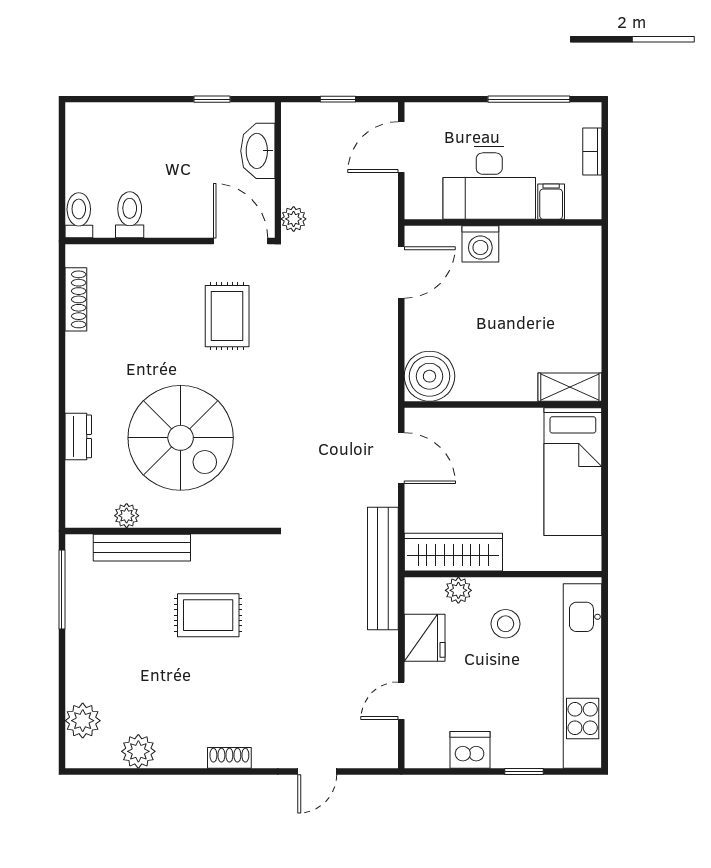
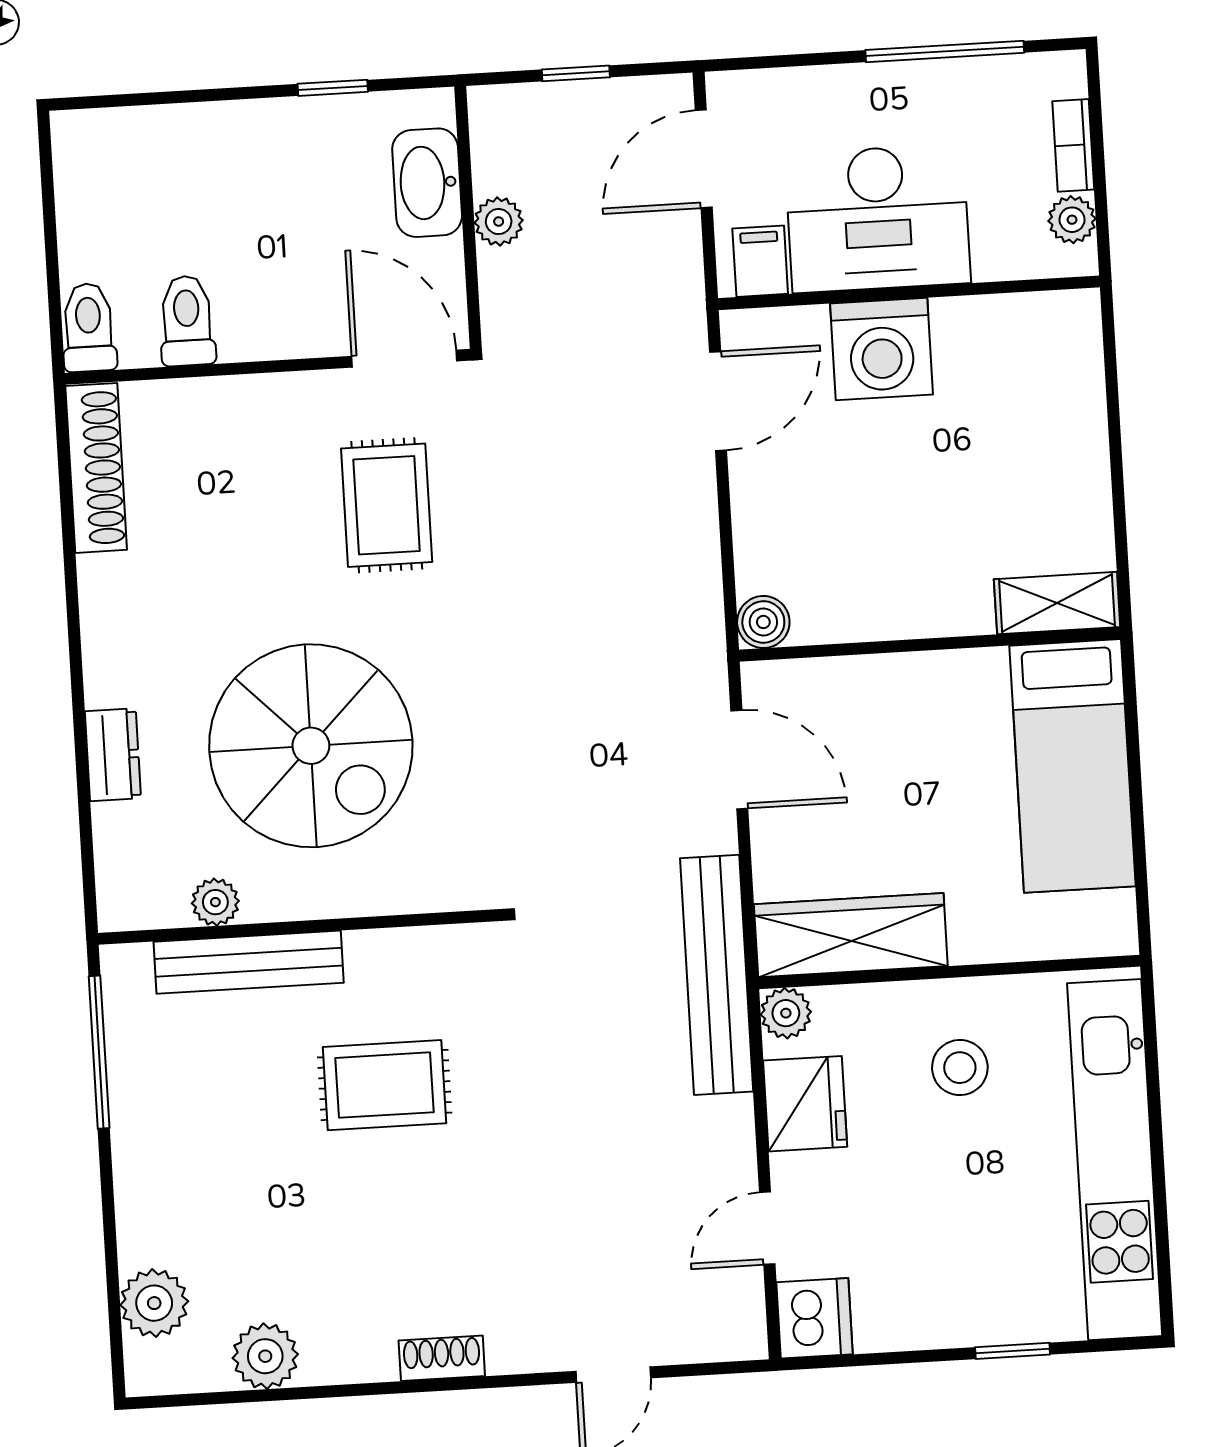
plant: (589, 190) -> (1072, 220), added
filing cabinet: (551, 202) -> (760, 261), moved
plant: (294, 219) -> (499, 222), moved
washing machine: (480, 244) -> (882, 349), width x1.37, depth x1.37
shoe rack: (76, 299) -> (96, 468), width x1.36, depth x1.24
boiler: (429, 376) -> (763, 622), width x0.54, depth x0.54
plant: (458, 590) -> (786, 1013), moved
dishwasher: (470, 750) -> (814, 1318), moved, turned 90

